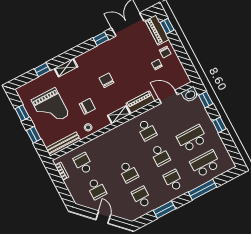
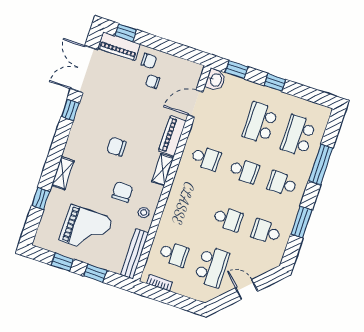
school desk: (83, 163) -> (174, 254), turned 180
school desk: (97, 189) -> (212, 267), width x1.85

